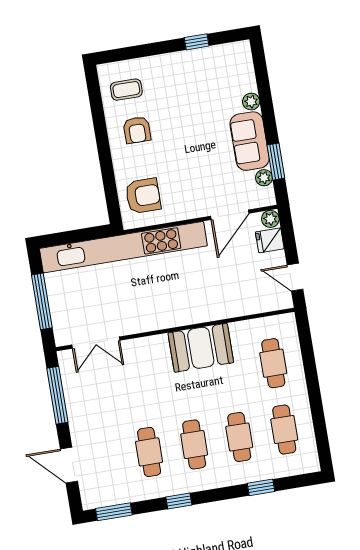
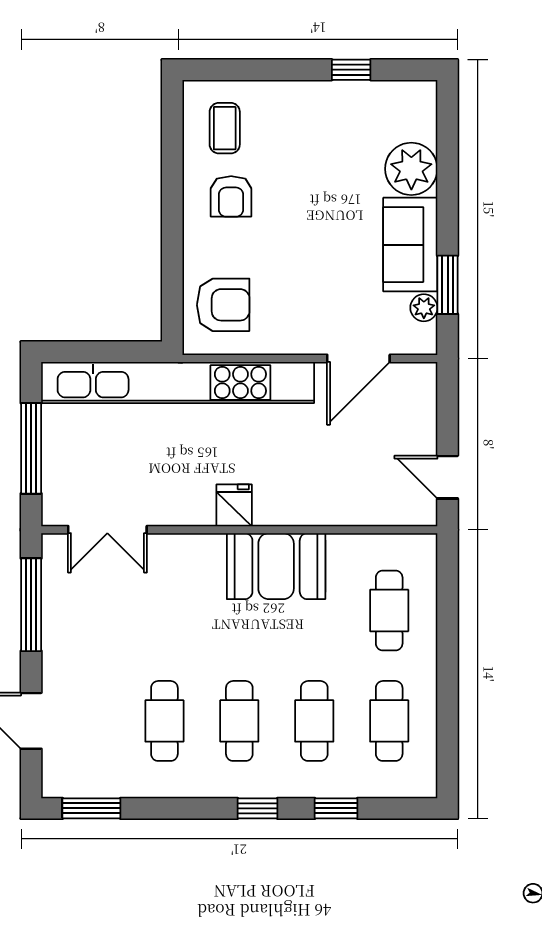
coffee table: (126, 90) -> (225, 128), turned 90
plant: (251, 102) -> (411, 169), width x1.88, depth x1.88
plant: (270, 219) -> (423, 376), removed
fridge: (270, 240) -> (234, 505), moved, turned 90
window: (179, 501) -> (258, 808), moved

